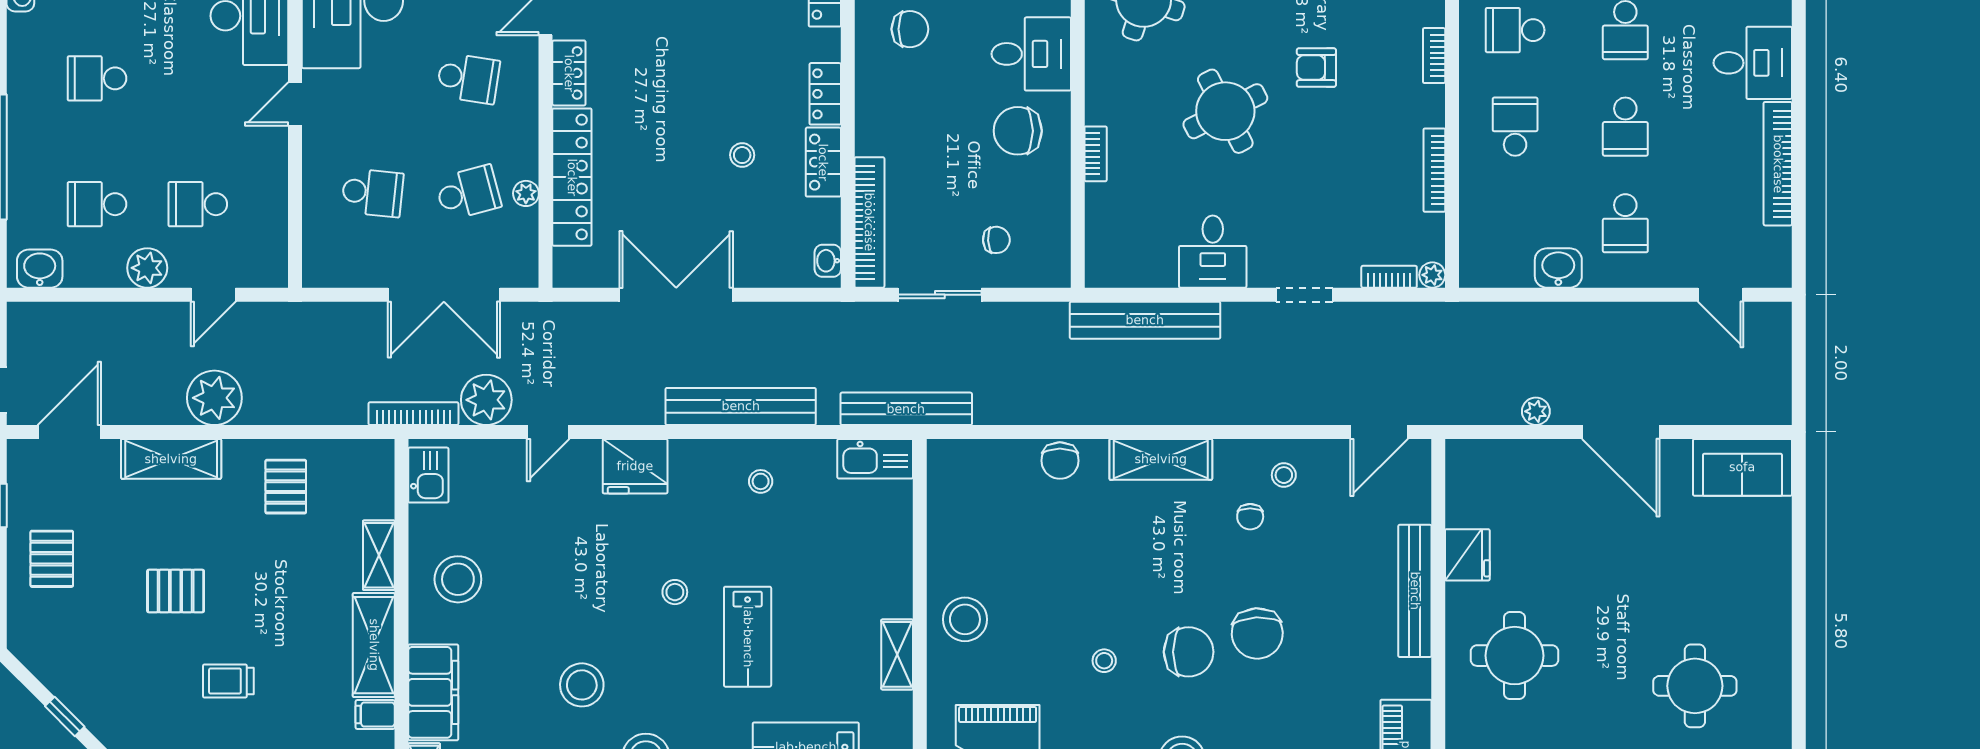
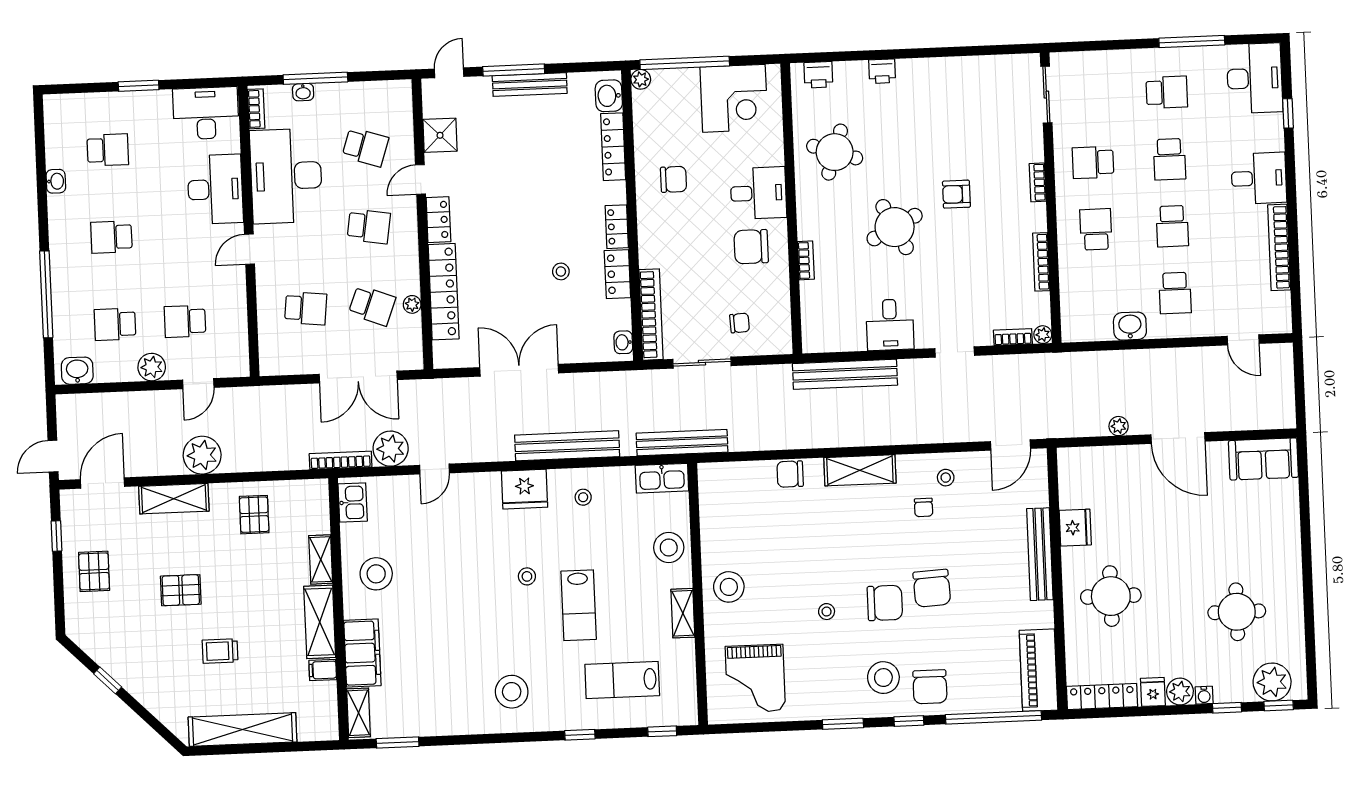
school desk: (468, 193) -> (372, 306), turned 36
chair: (1060, 461) -> (790, 474), turned 90
fridge: (635, 466) -> (525, 489), moved
stool: (582, 685) -> (669, 547), moved

